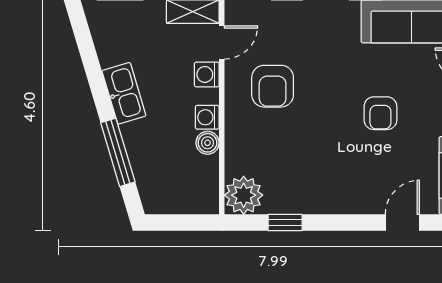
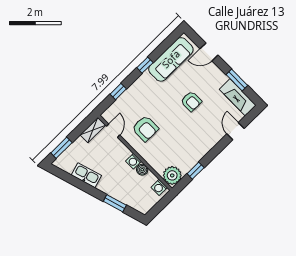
washing machine: (207, 74) -> (159, 187), moved
kitchen sink: (124, 93) -> (86, 175), moved
window: (118, 152) -> (115, 203), width x0.69

